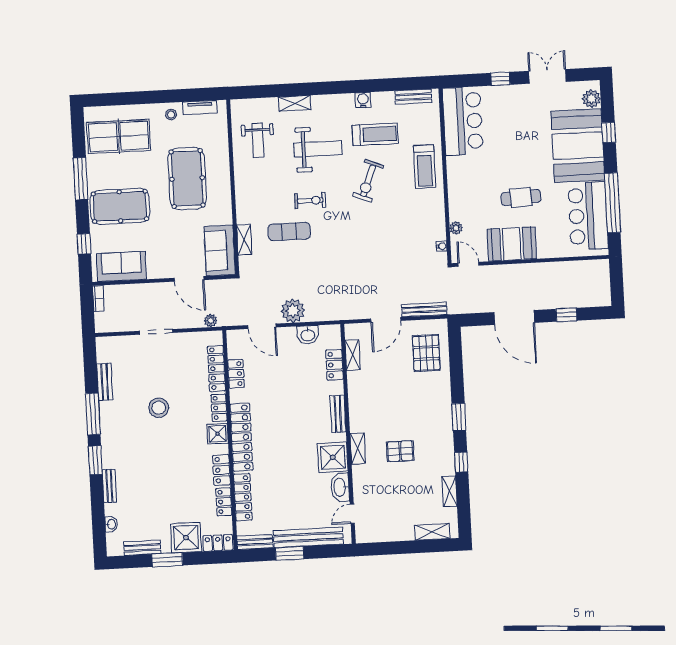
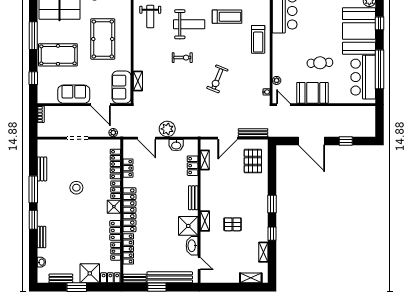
exercise bike: (368, 181) -> (217, 79), moved
exercise mat: (289, 232) -> (168, 77), removed
sofa: (121, 266) -> (74, 94), moved
door: (352, 514) -> (199, 264), swing flipped

